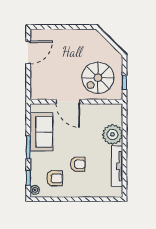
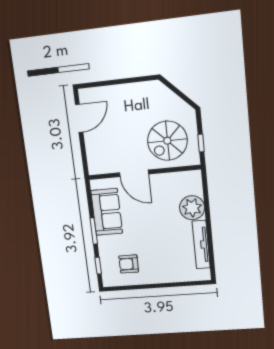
armchair: (78, 164) -> (154, 246), removed
armchair: (55, 178) -> (129, 264), turned 180
plant: (35, 190) -> (107, 279), removed

